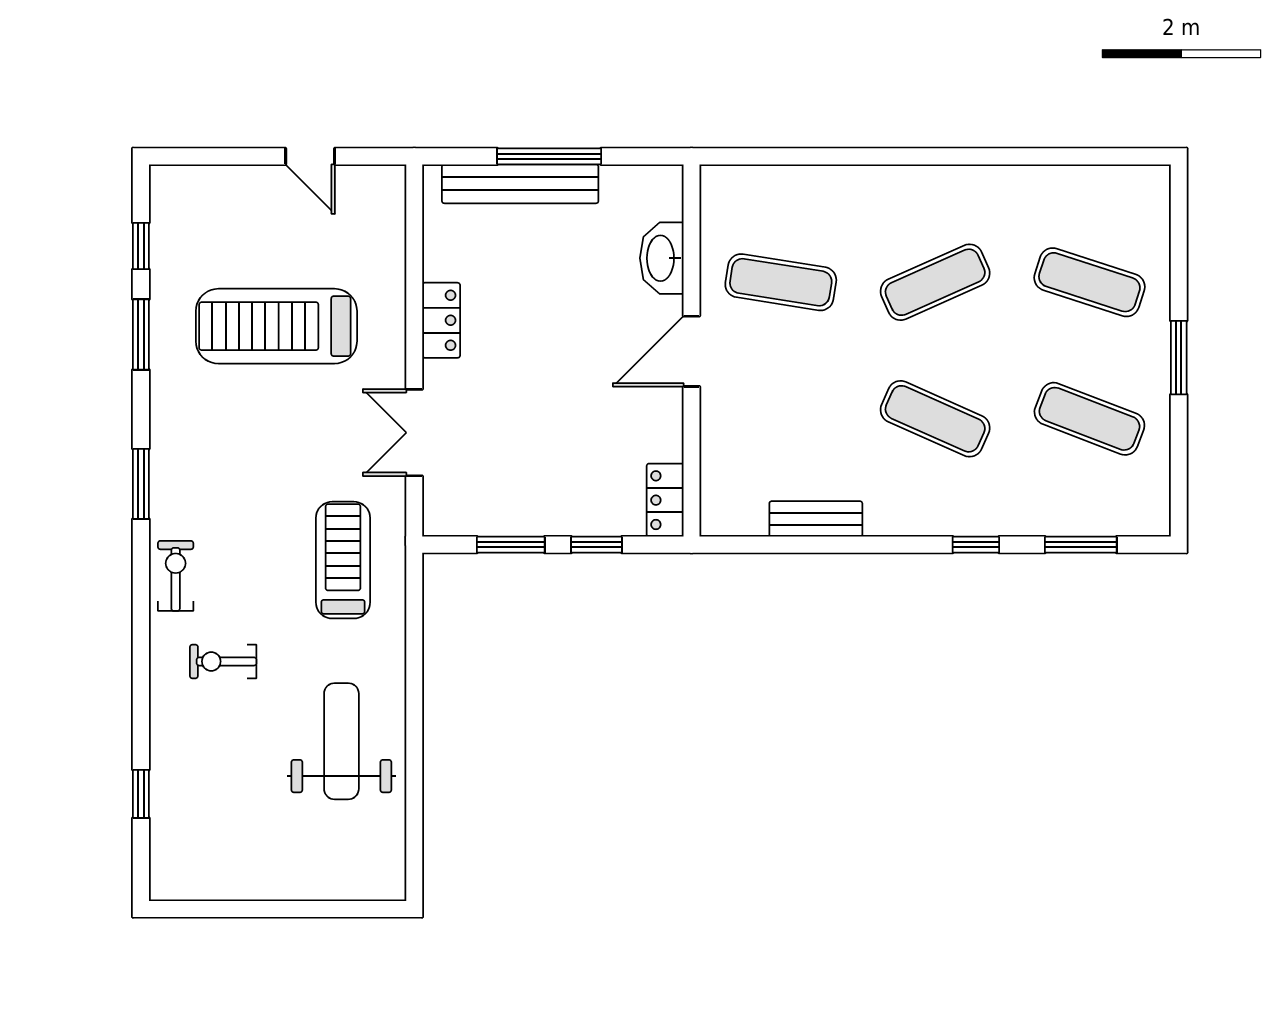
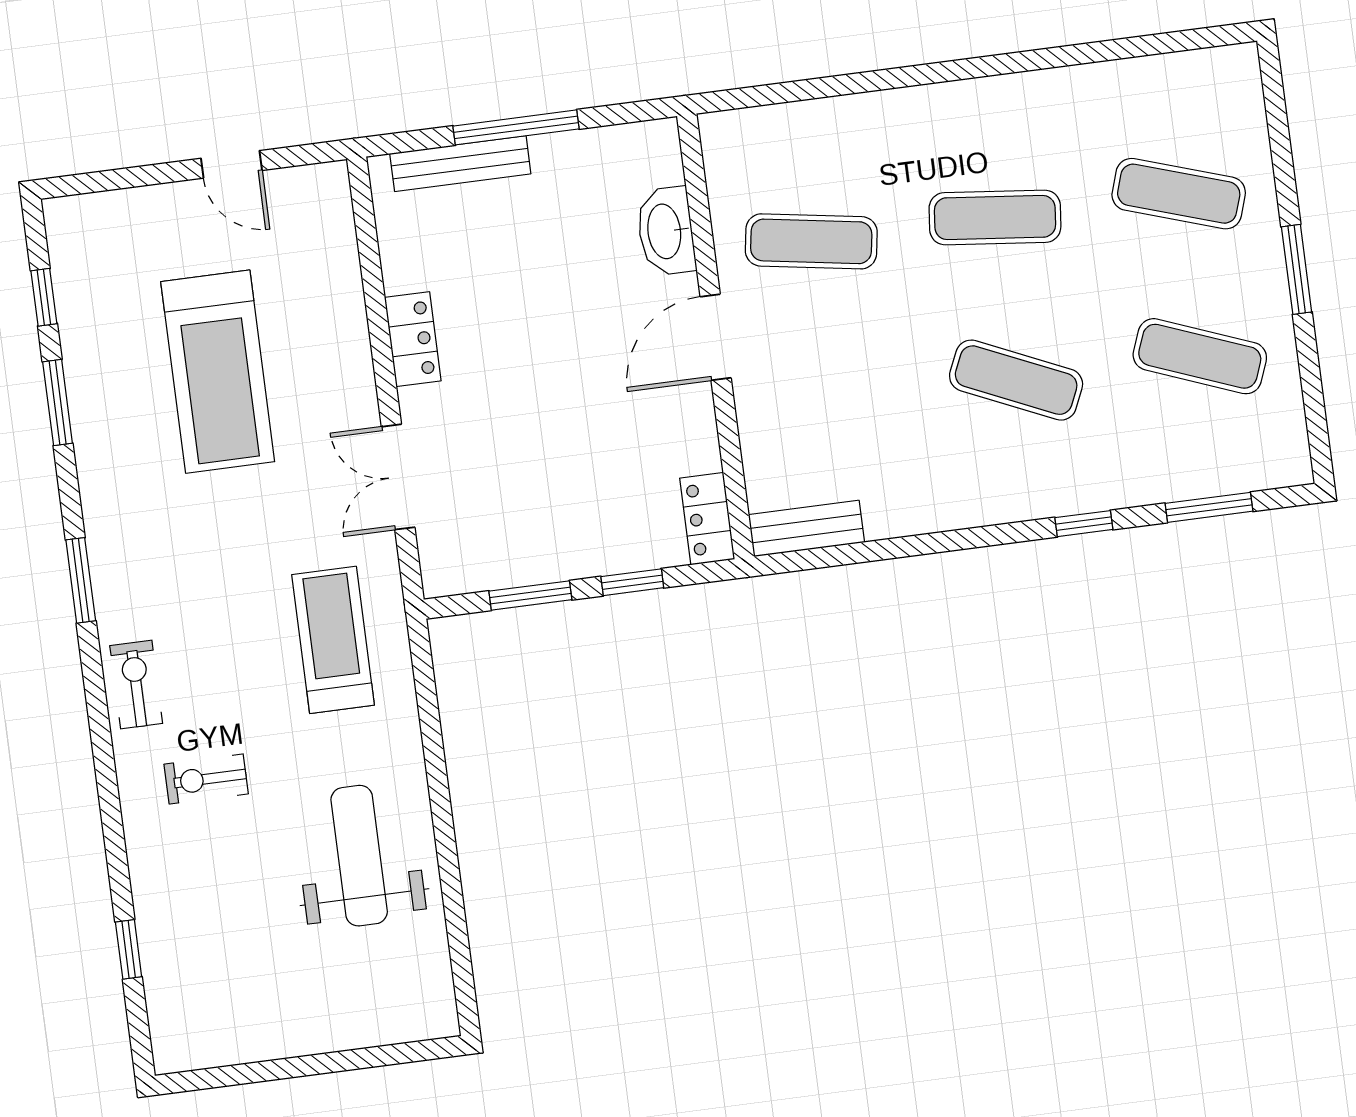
bench: (520, 184) -> (460, 164), width x0.73, depth x0.82
exercise mat: (935, 282) -> (995, 217), turned 30
treadmill: (276, 326) -> (218, 372), turned -90
bench: (816, 519) -> (806, 528), moved

